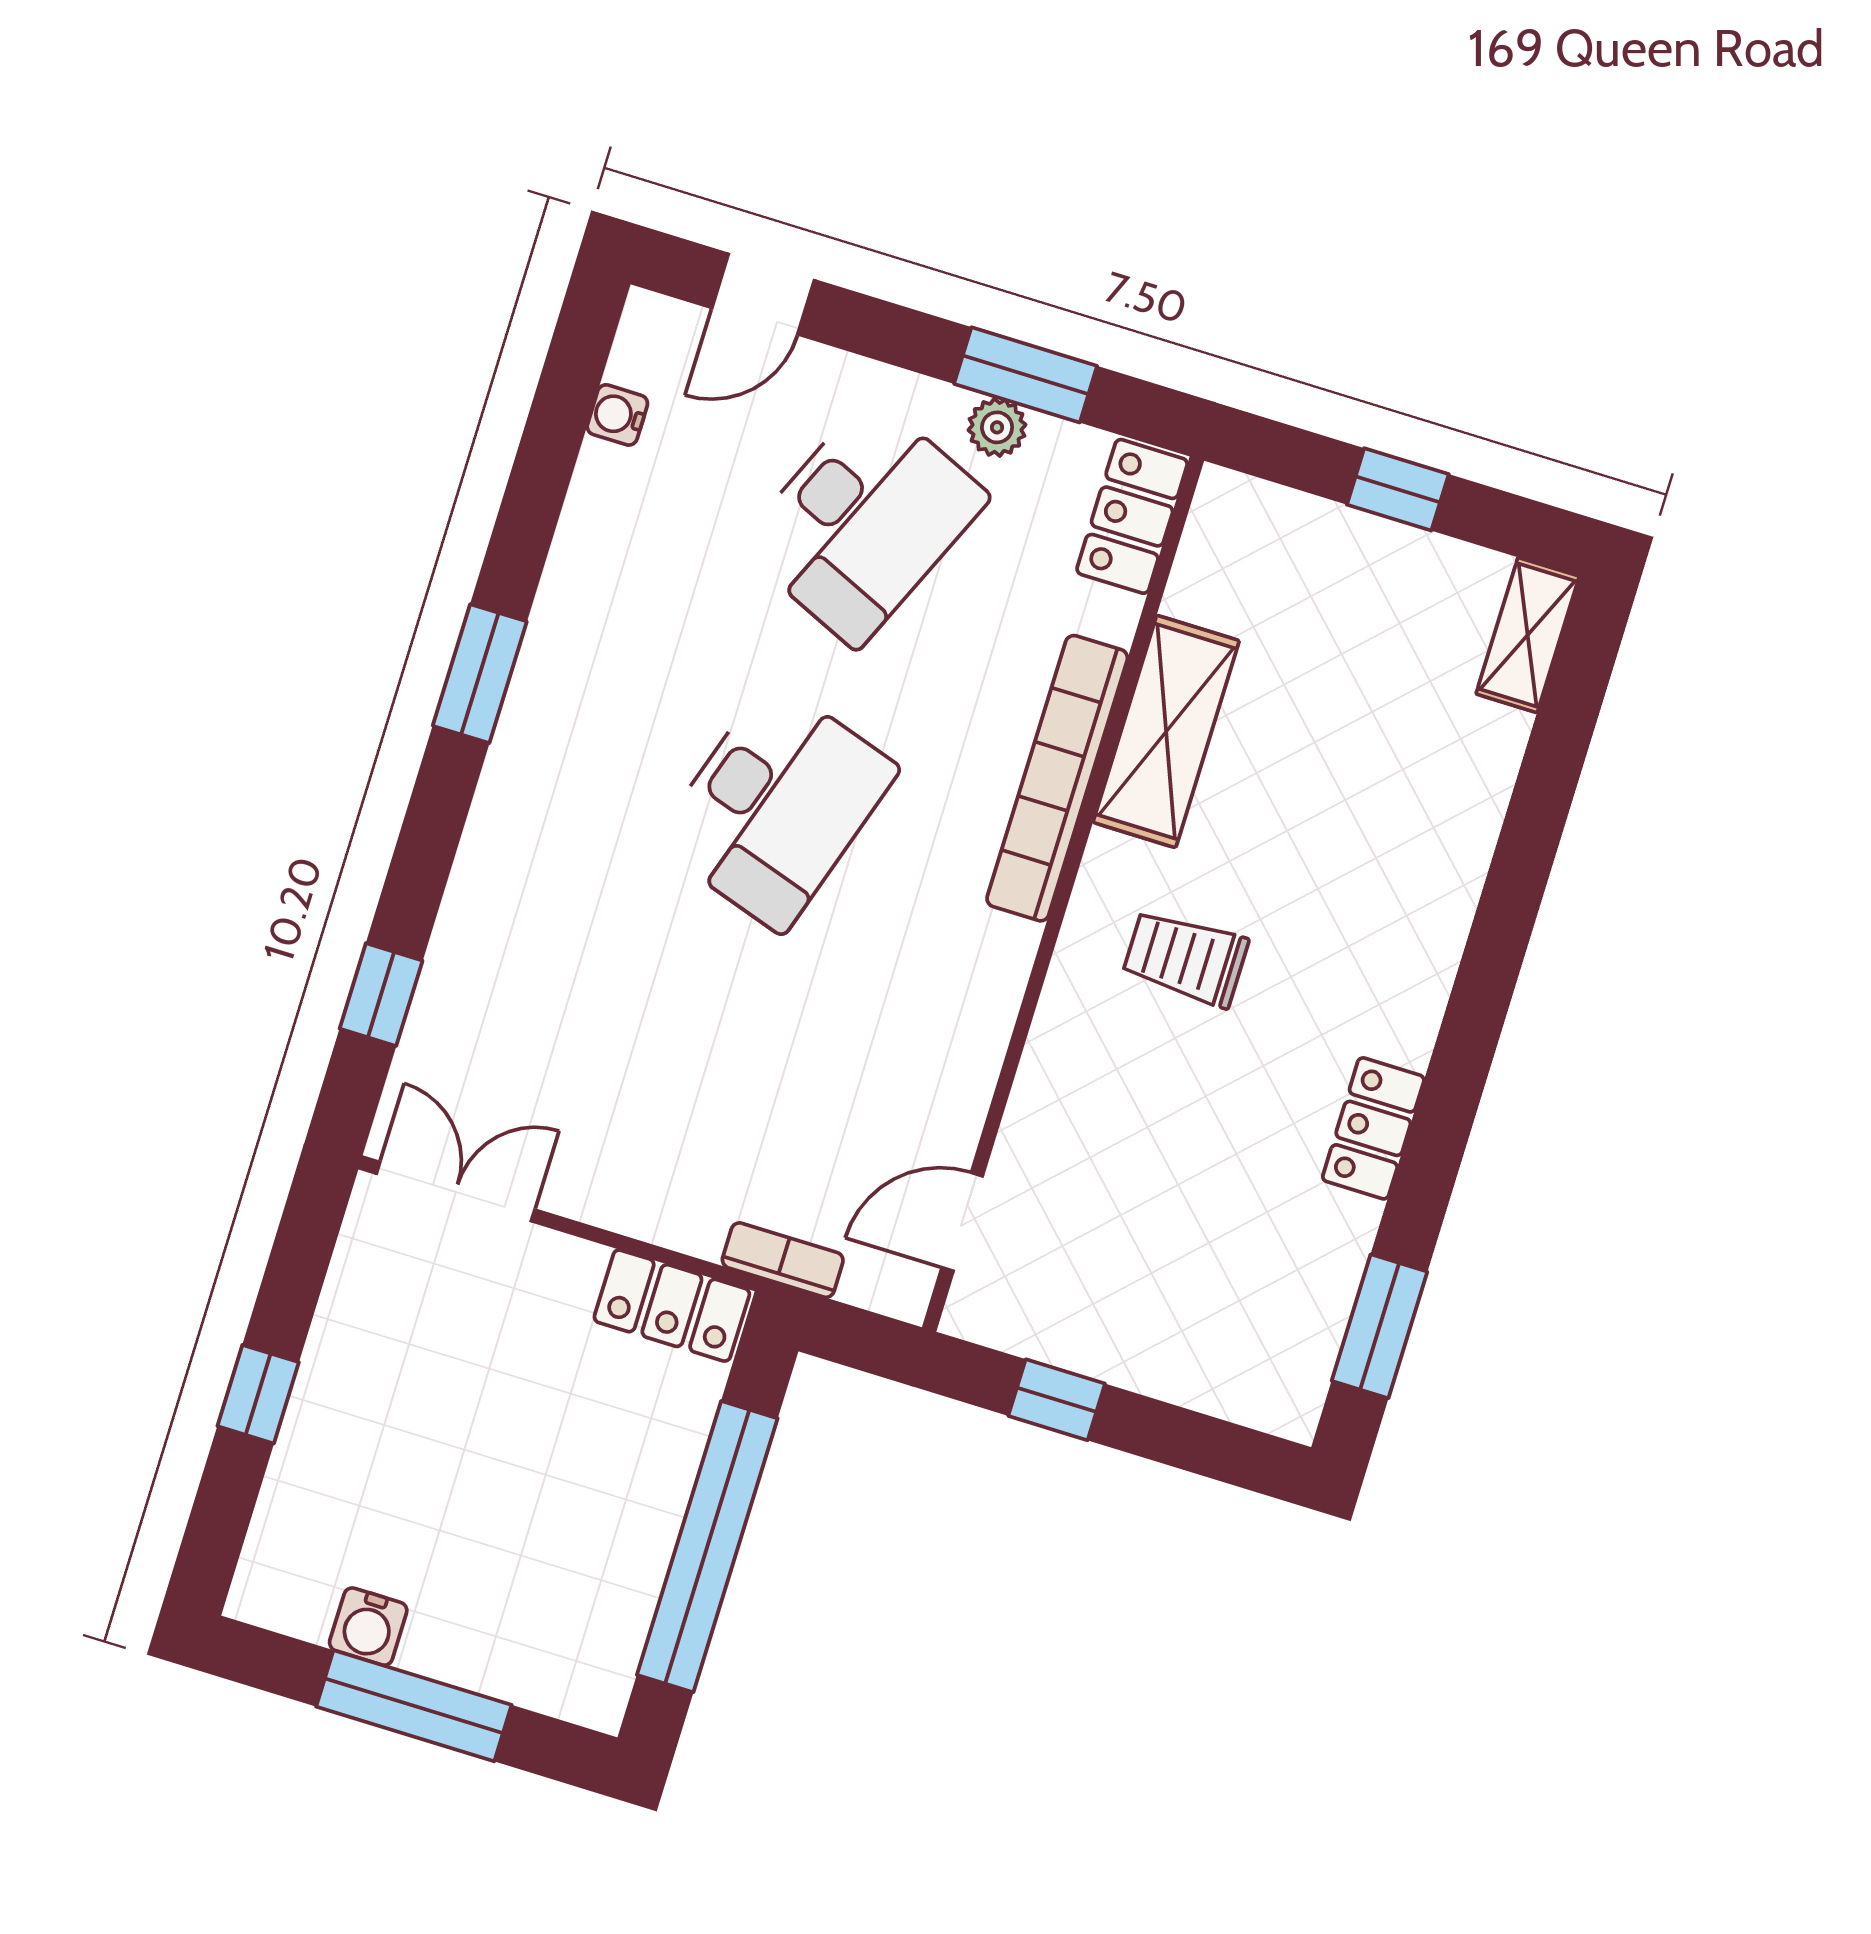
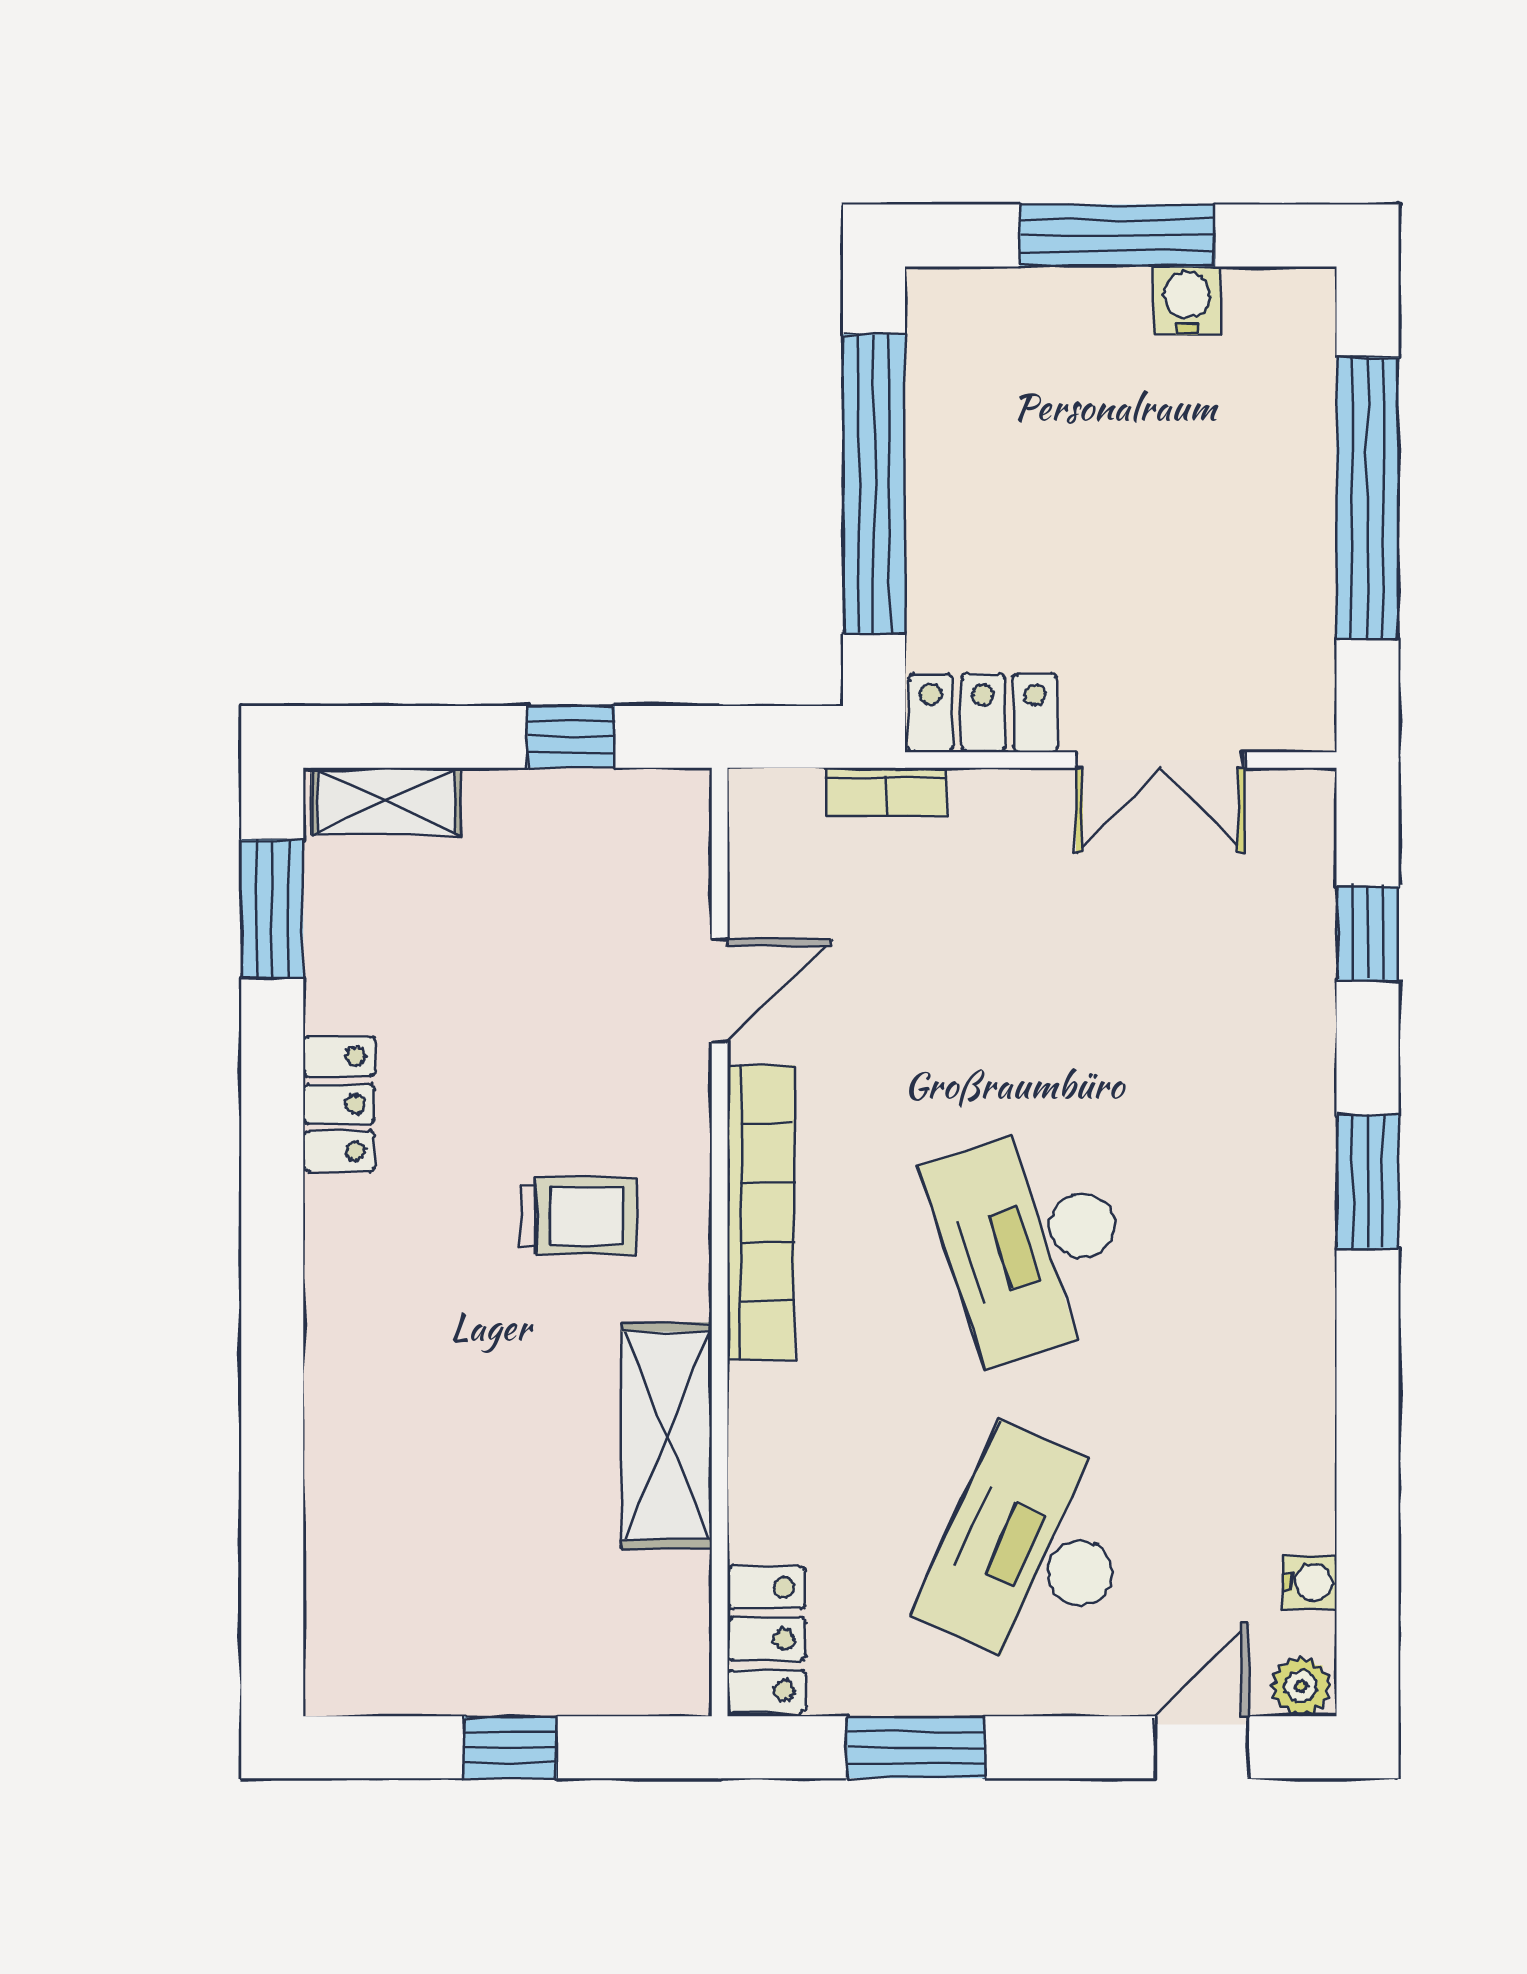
plant: (997, 427) -> (1301, 1686), moved
shelving: (1528, 635) -> (386, 801), moved, turned 90
window: (480, 674) -> (1368, 1182), moved
bookcase: (1057, 778) -> (761, 1213), moved
desk: (776, 806) -> (1032, 1242), turned -36
double door: (456, 1192) -> (1160, 760), moved
door: (962, 1222) -> (720, 991), moved
window: (258, 1394) -> (1368, 498), width x3.17

